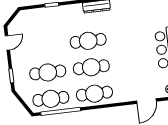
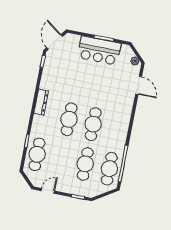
door: (7, 43) -> (48, 191), hinge flipped
cafe table: (94, 94) -> (37, 154), moved

